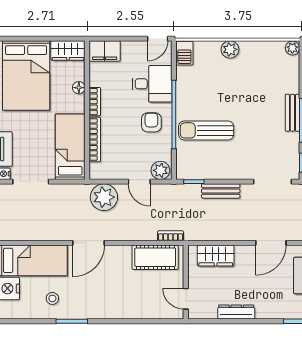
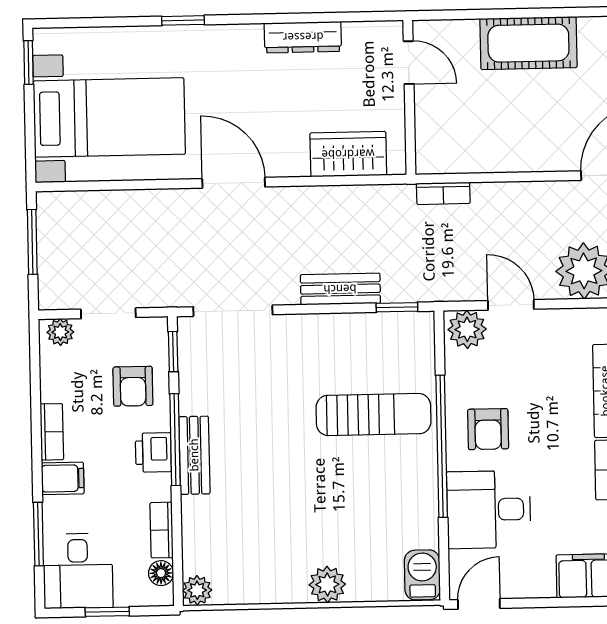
door: (271, 243) -> (234, 183), hinge flipped
cot: (155, 257) -> (528, 43), moved

